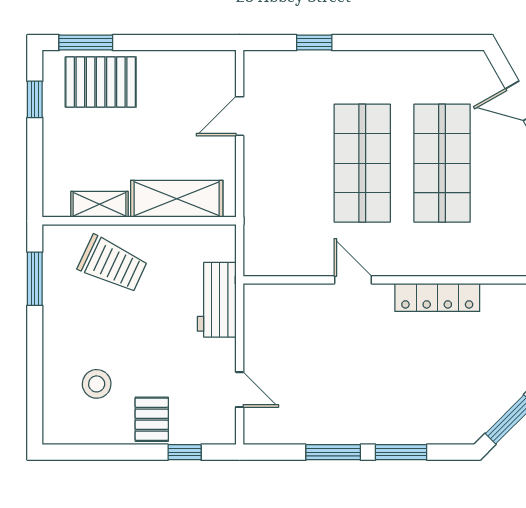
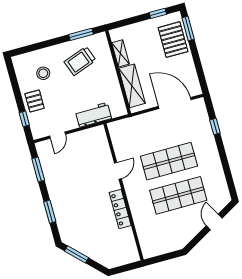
door: (240, 116) -> (175, 103), width x1.88
trolley: (113, 264) -> (80, 61), moved, turned 45
pallet: (152, 419) -> (35, 101), turned 90
window: (333, 452) -> (38, 169), moved

